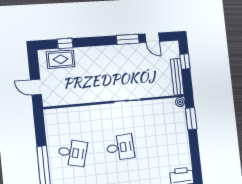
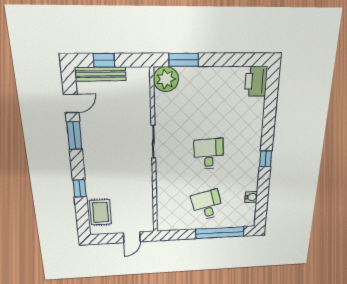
window: (65, 43) -> (80, 188), moved
bench: (177, 77) -> (100, 74), moved
plant: (180, 102) -> (166, 79), width x1.88, depth x1.88
desk: (72, 153) -> (207, 205), turned -30

